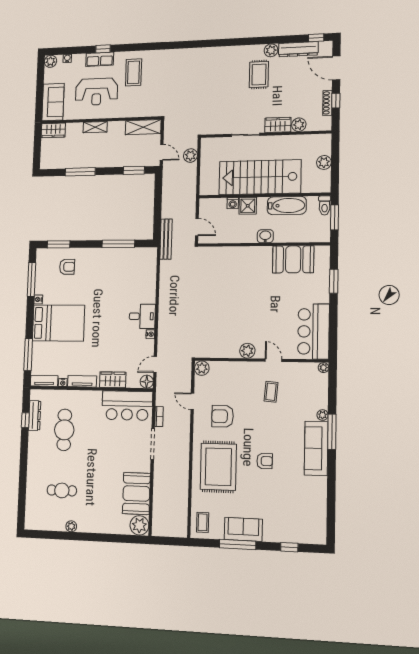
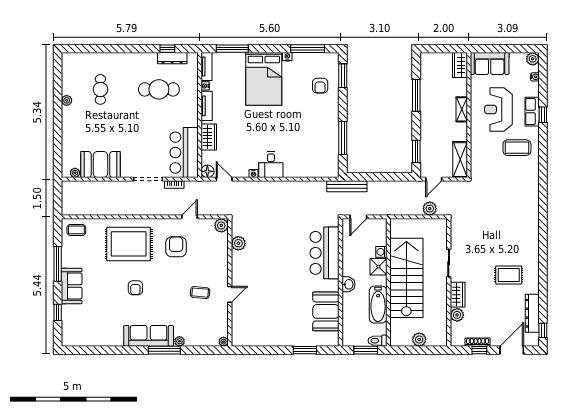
plant: (271, 50) -> (533, 286), removed
bar counter: (314, 331) -> (324, 253), moved, turned -90
plant: (247, 351) -> (238, 243), moved
plant: (139, 525) -> (75, 173), width x0.53, depth x0.53
sofa: (243, 529) -> (72, 286), moved

